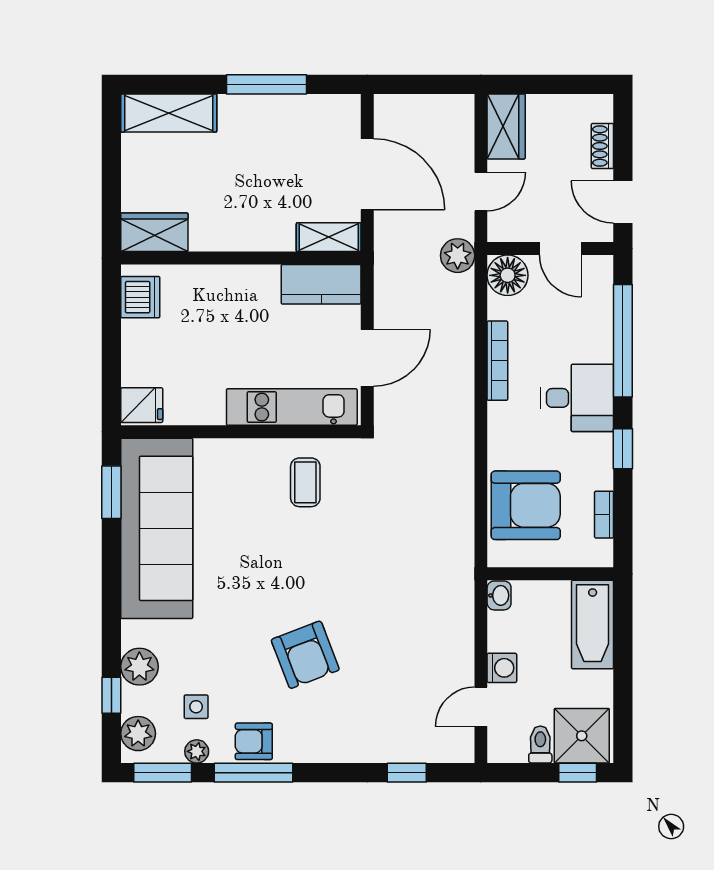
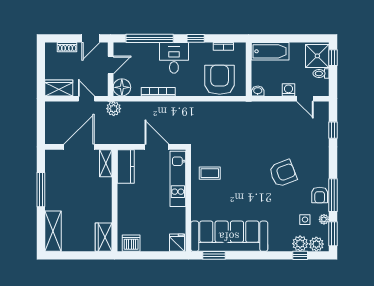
plant: (139, 667) -> (300, 244), moved

